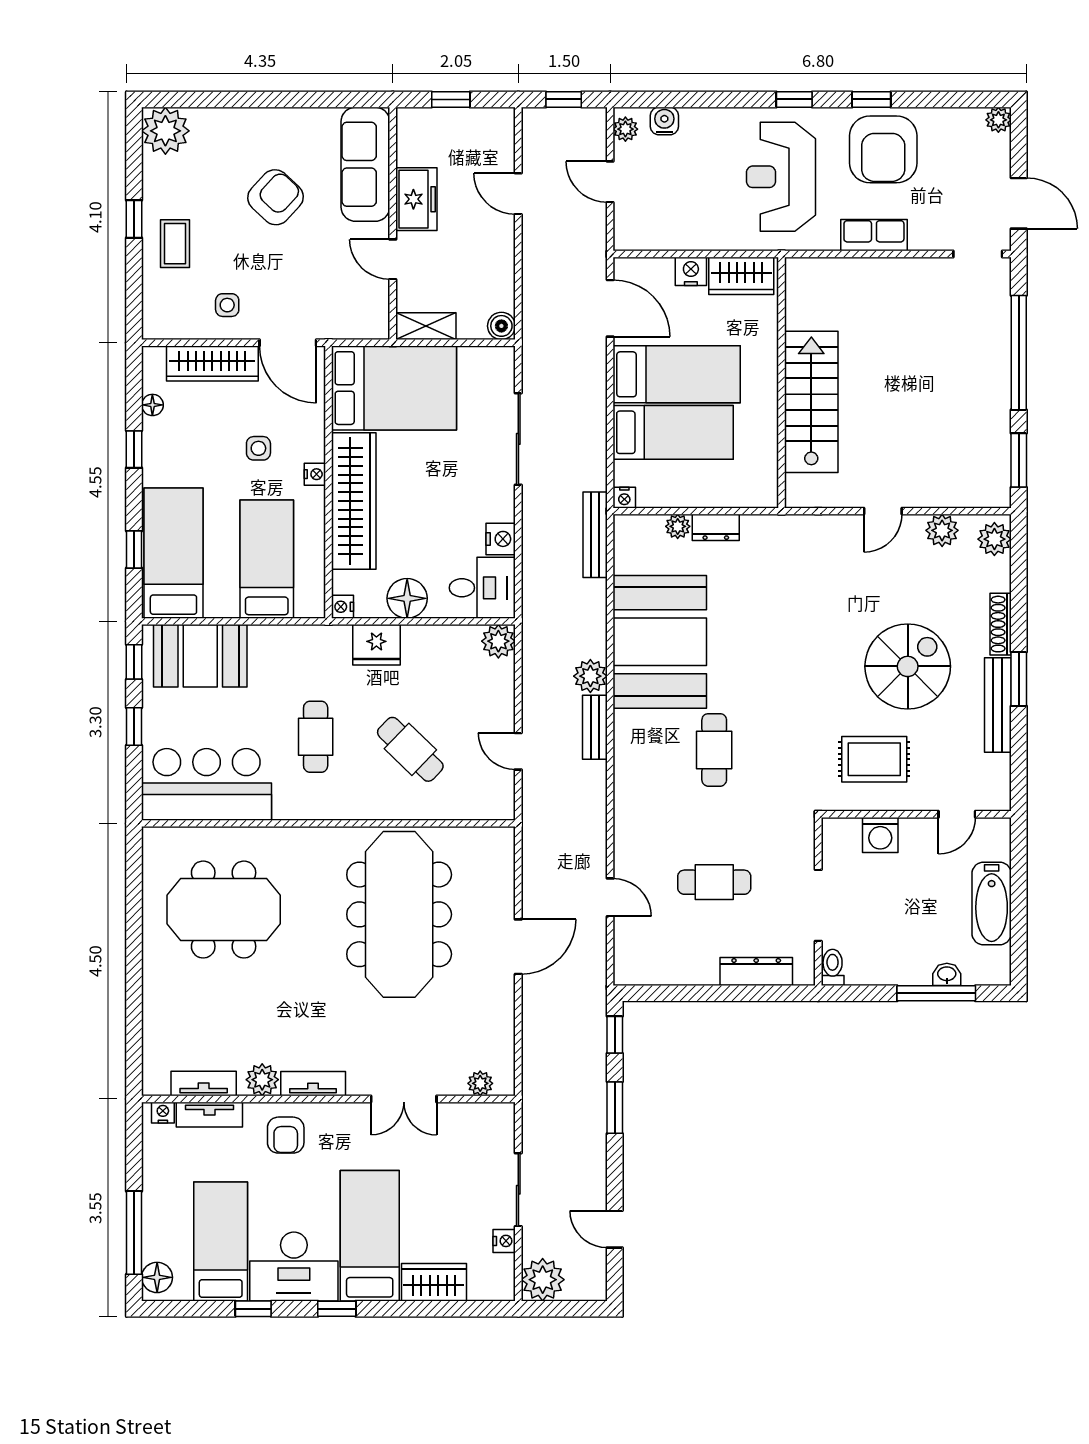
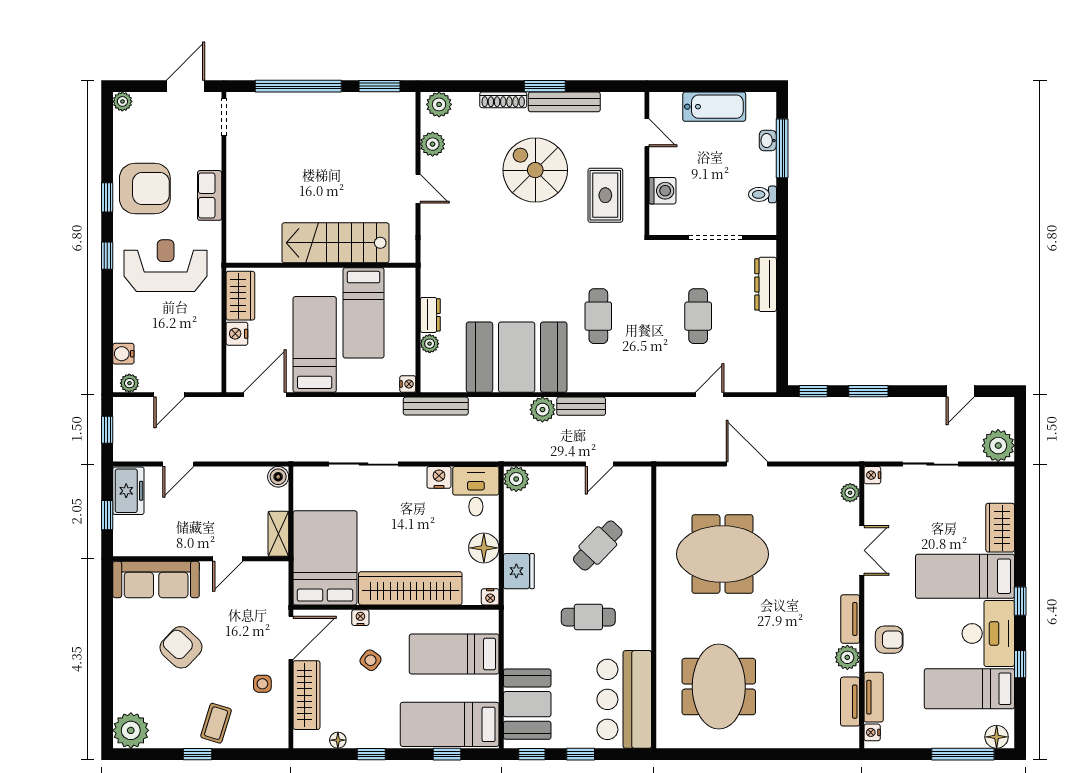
reception desk: (781, 177) -> (166, 266), turned 180
freezer: (416, 199) -> (128, 491), moved, turned 90
coffee table: (175, 244) -> (216, 723), turned -73
bed: (673, 432) -> (364, 313), moved, turned 180
side table: (258, 448) -> (371, 660), turned 37
nightstand: (315, 474) -> (360, 618), moved
cafe table: (714, 750) -> (598, 316), turned 90
meeting table: (399, 914) -> (722, 554), width x0.73
toilet: (833, 967) -> (762, 194), moved
nightstand: (504, 1241) -> (872, 475), moved, turned -90

